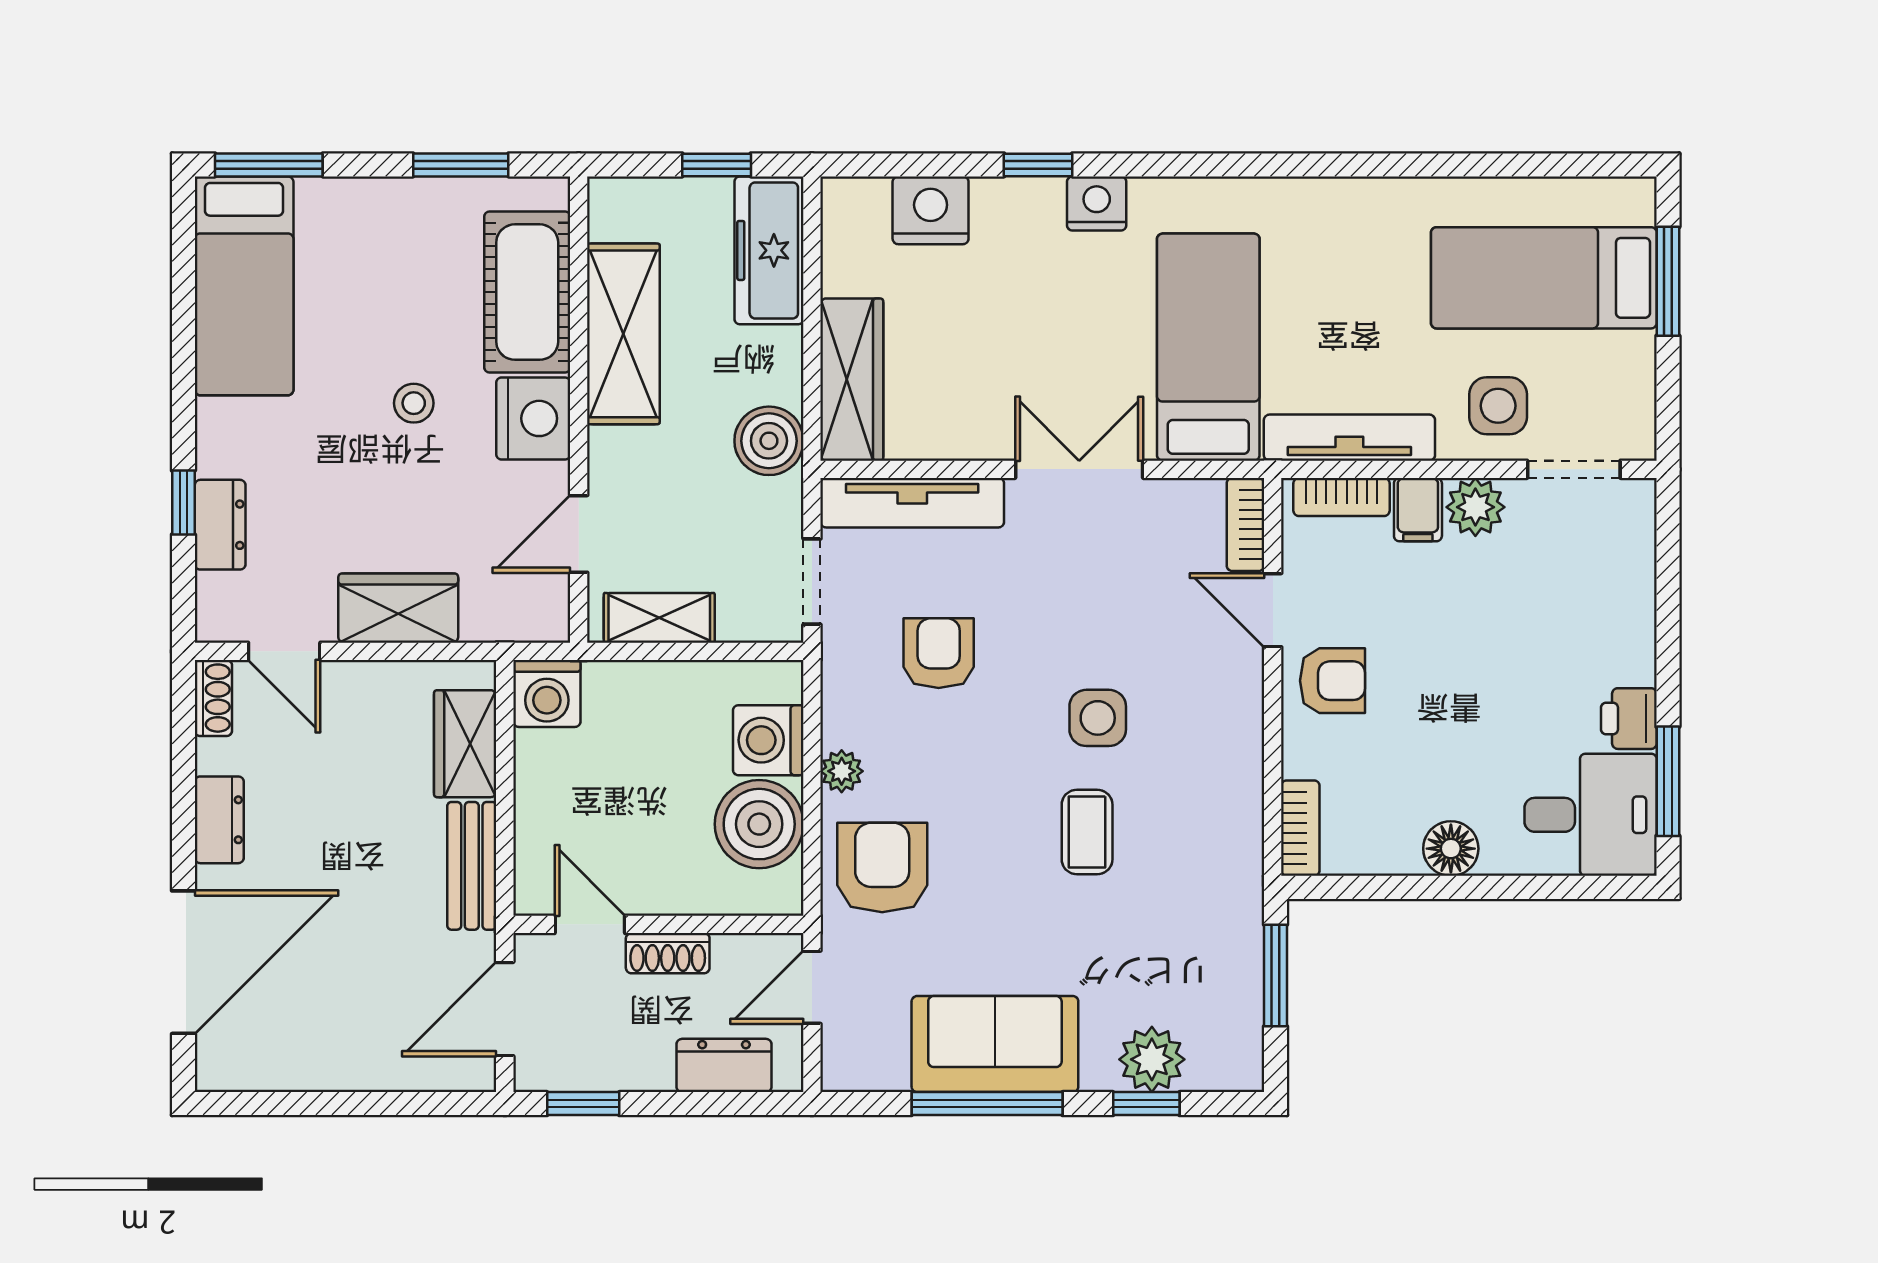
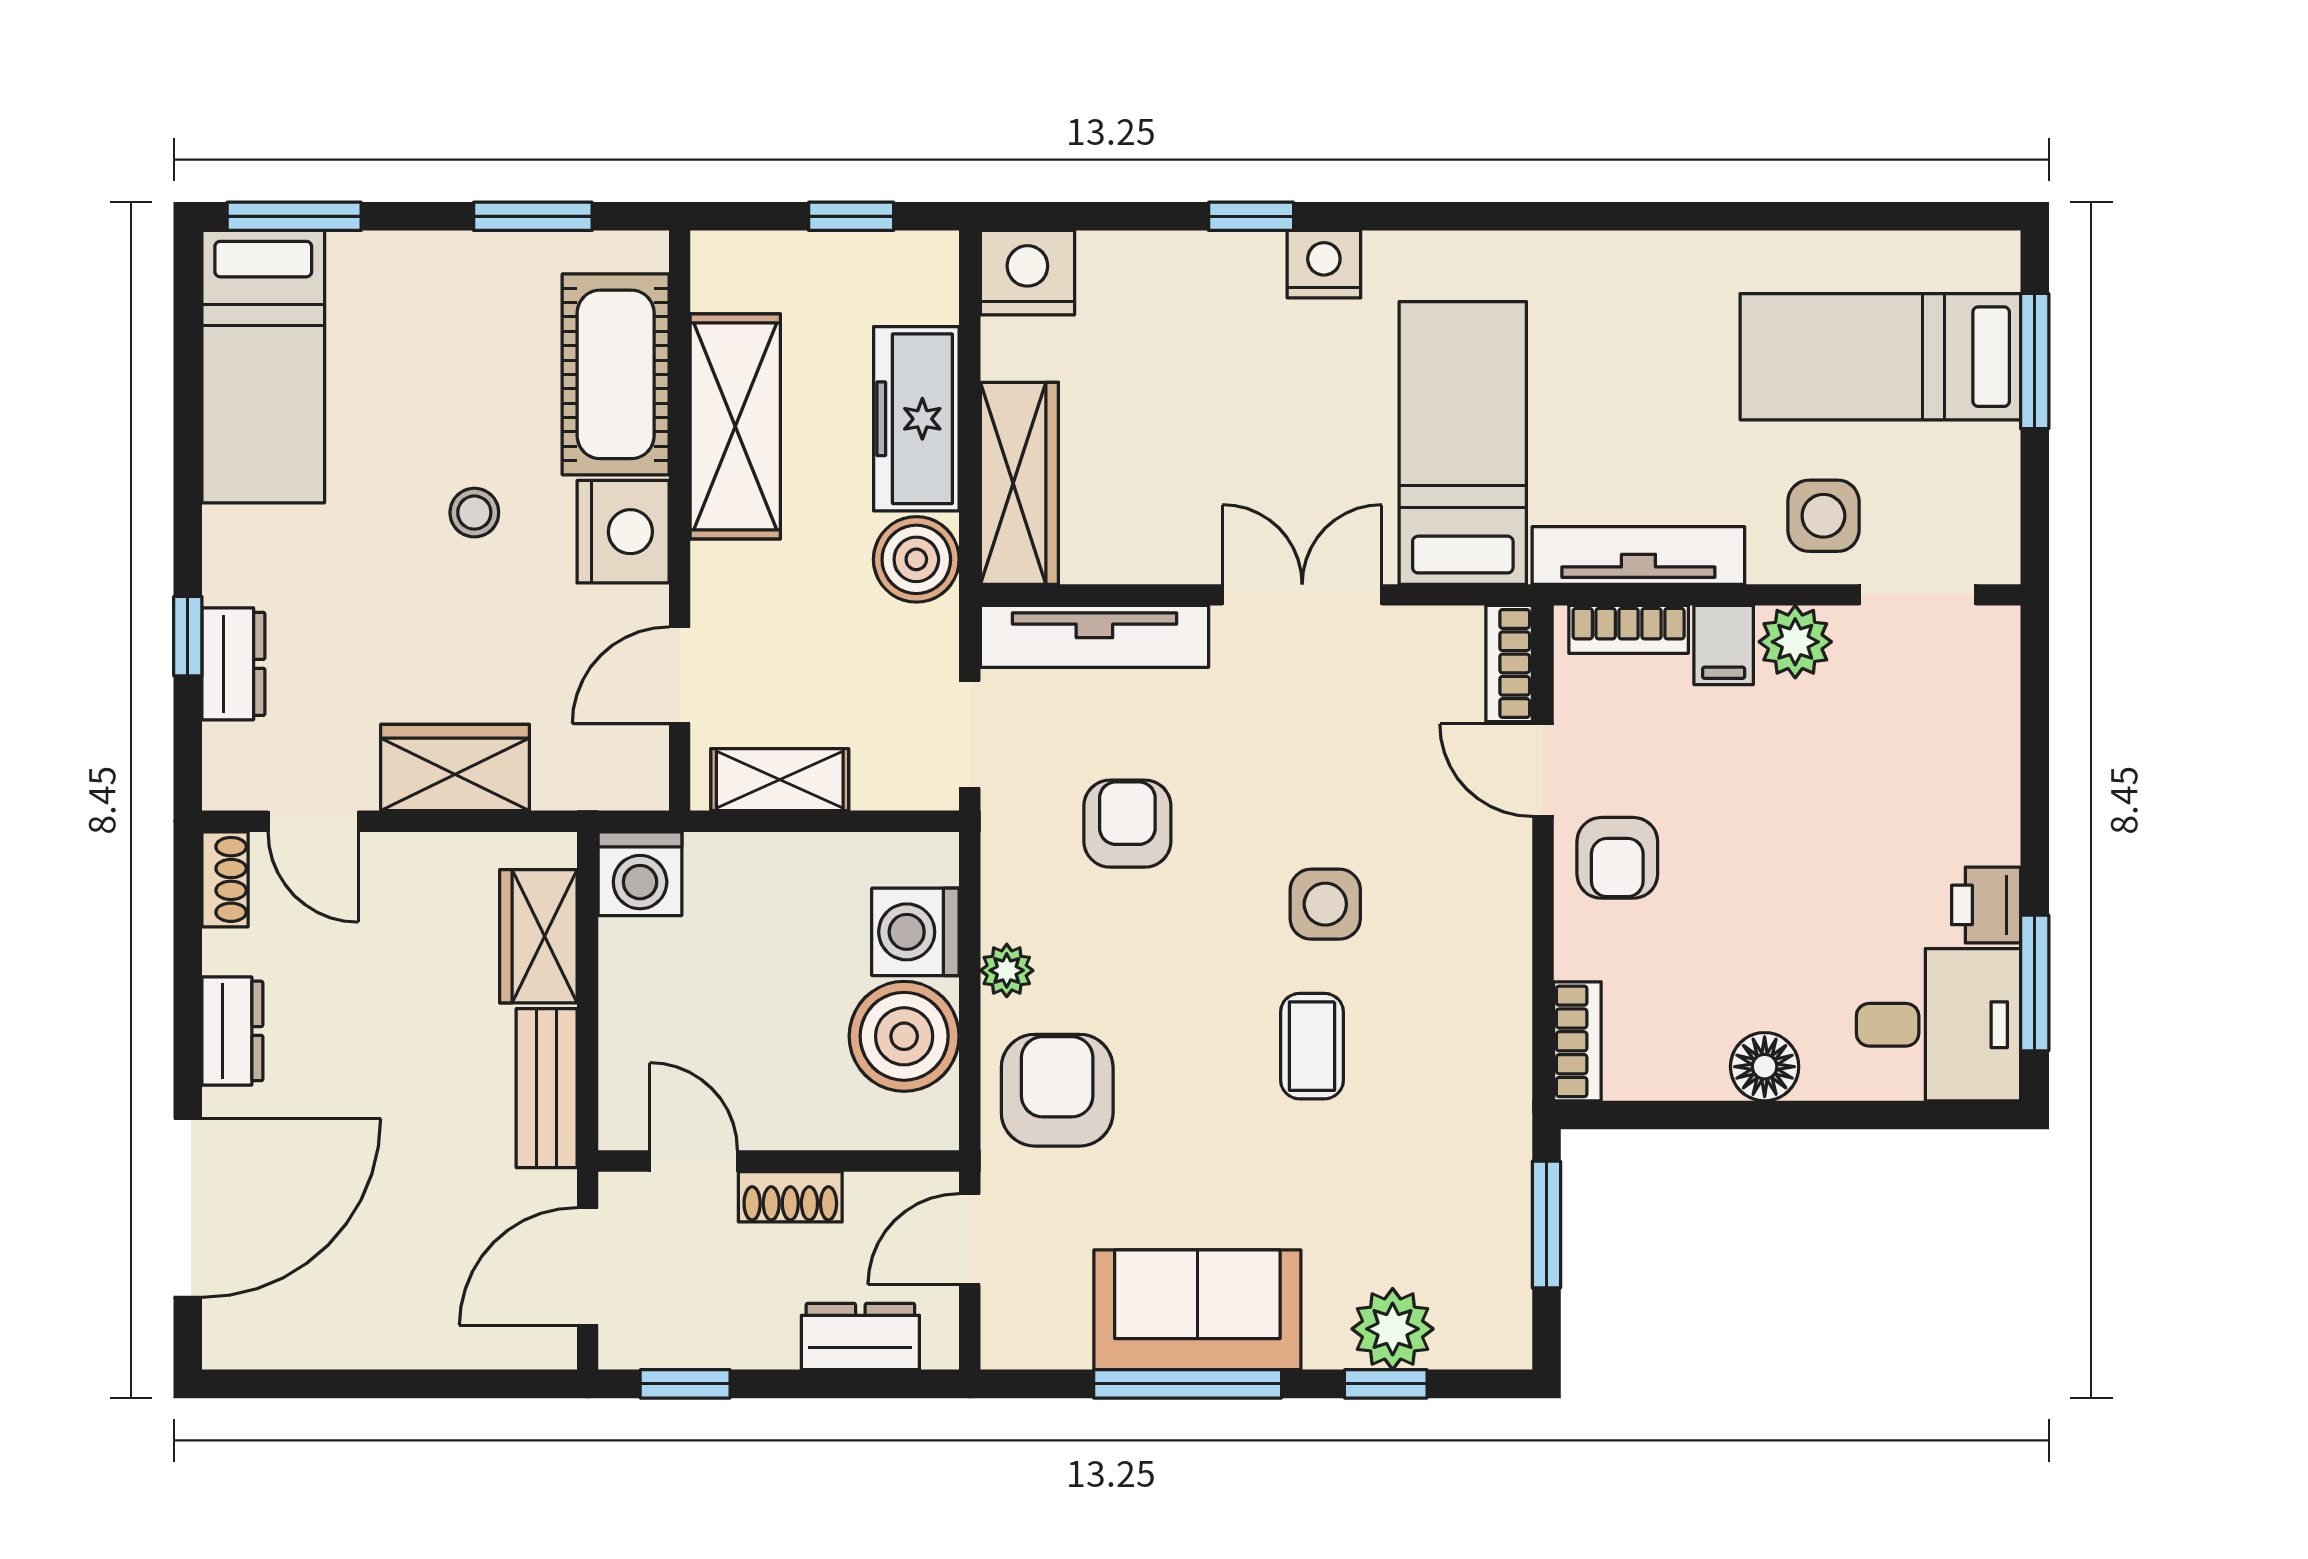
nightstand: (931, 210) -> (1027, 273), moved
freezer: (769, 250) -> (916, 419), moved
armchair: (1332, 681) -> (1617, 858), turned 90

